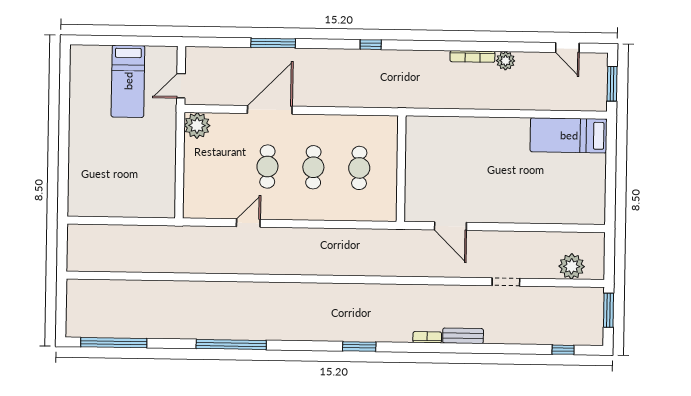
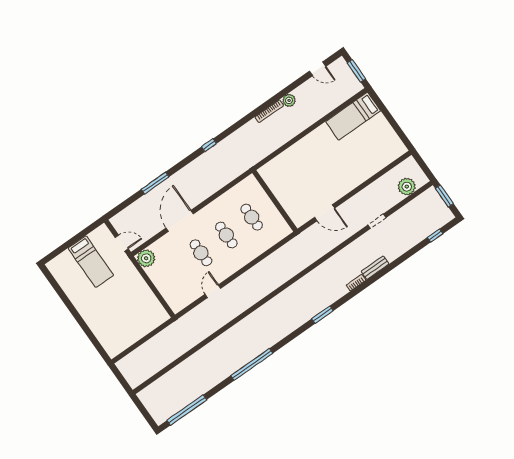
door: (181, 86) -> (122, 243), swing flipped

